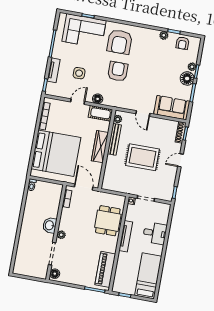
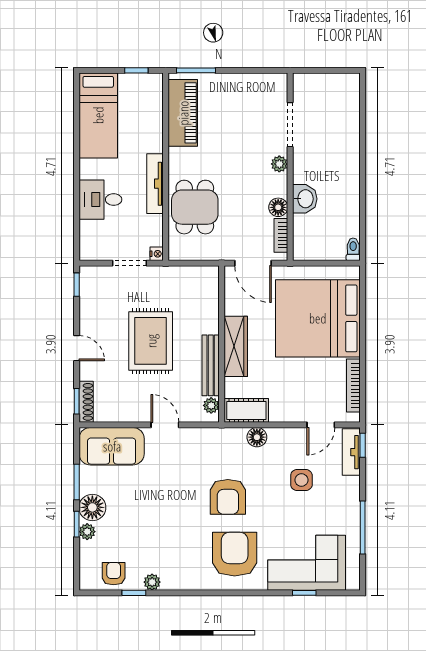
tv unit: (54, 70) -> (351, 452), moved
door: (78, 102) -> (321, 425), moved
rug: (142, 157) -> (151, 341), turned 90
door: (180, 160) -> (77, 348), hinge flipped
washbasin: (50, 225) -> (305, 199), moved
floor lamp: (55, 274) -> (278, 207), moved

